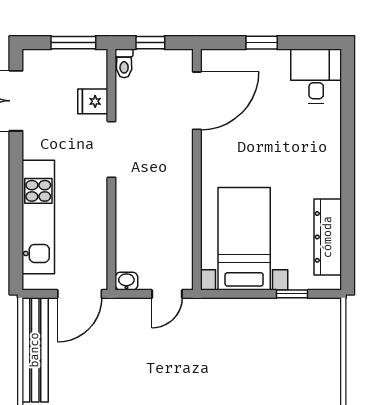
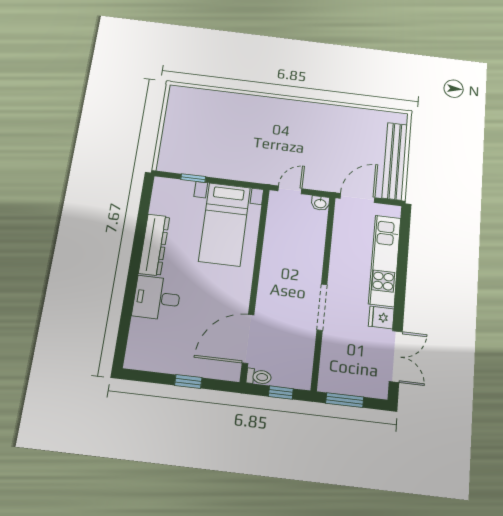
toilet: (124, 63) -> (259, 377), moved, turned 90
desk: (316, 76) -> (157, 298), moved, turned 90
fridge: (93, 101) -> (381, 318), moved, turned 180
dresser: (328, 237) -> (154, 245), moved

